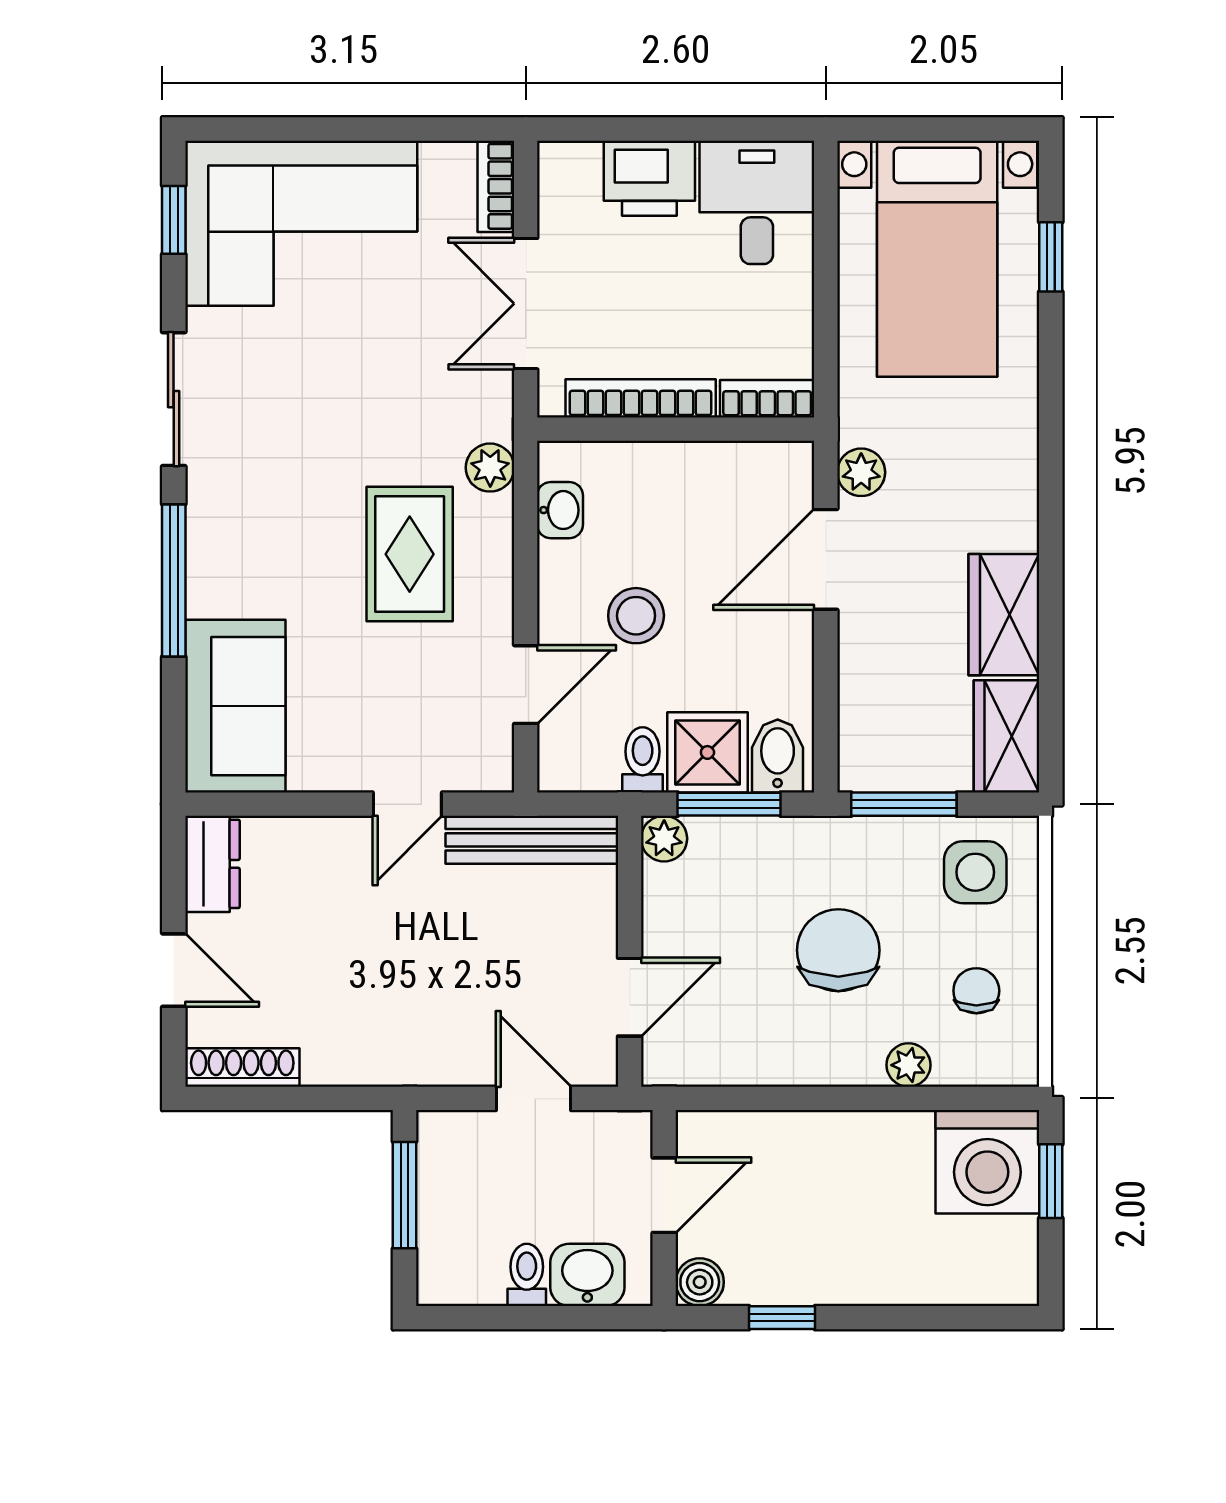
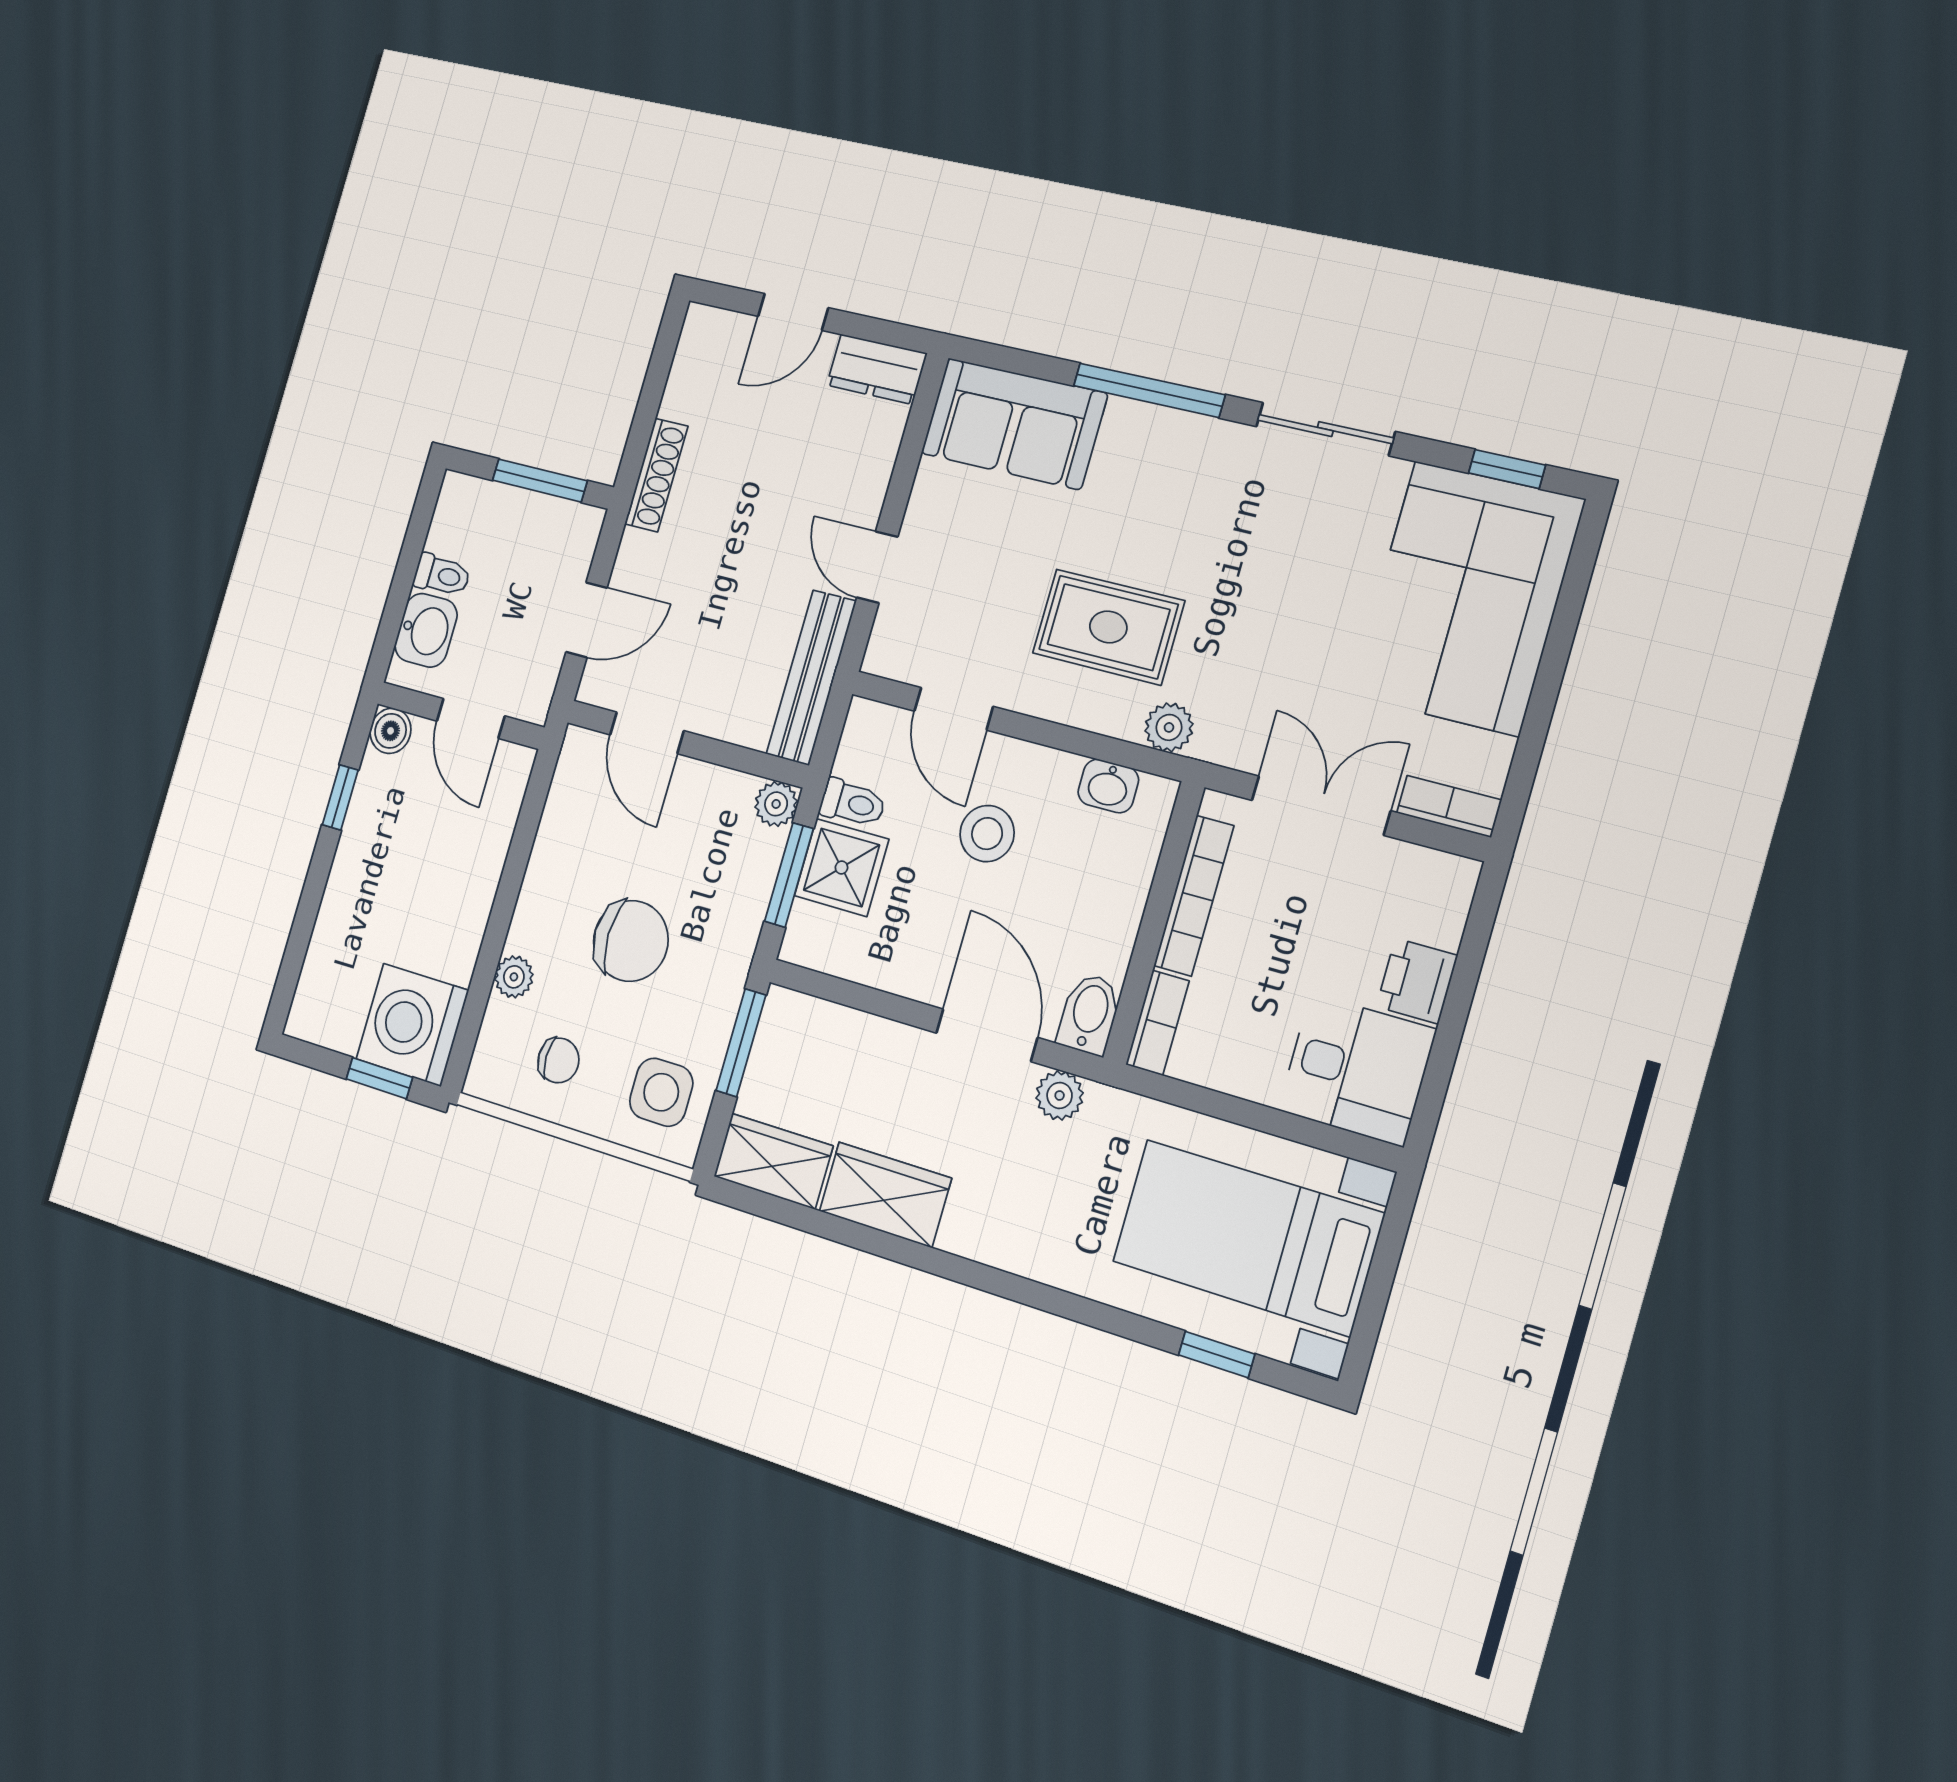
printer: (649, 178) -> (1417, 981), width x0.73, depth x0.81
bidet: (778, 756) -> (1089, 1014), moved, turned -90
shoe rack: (242, 1067) -> (656, 475), moved

